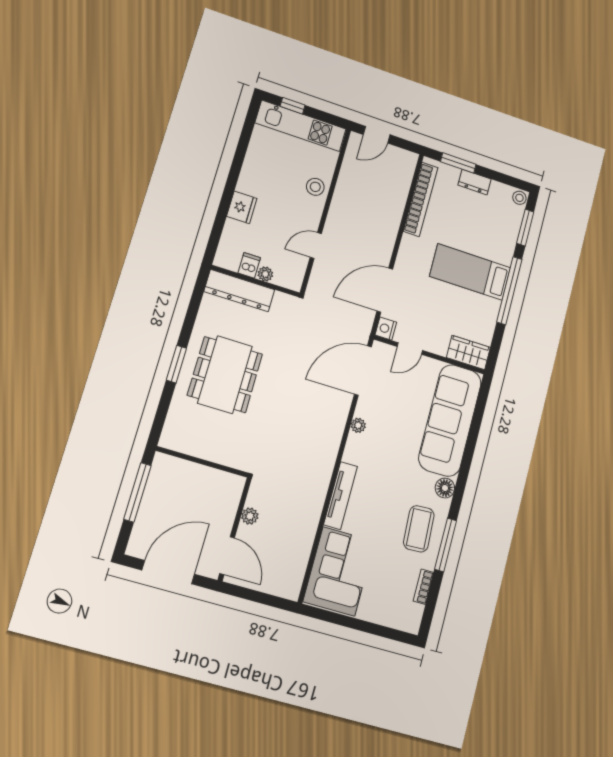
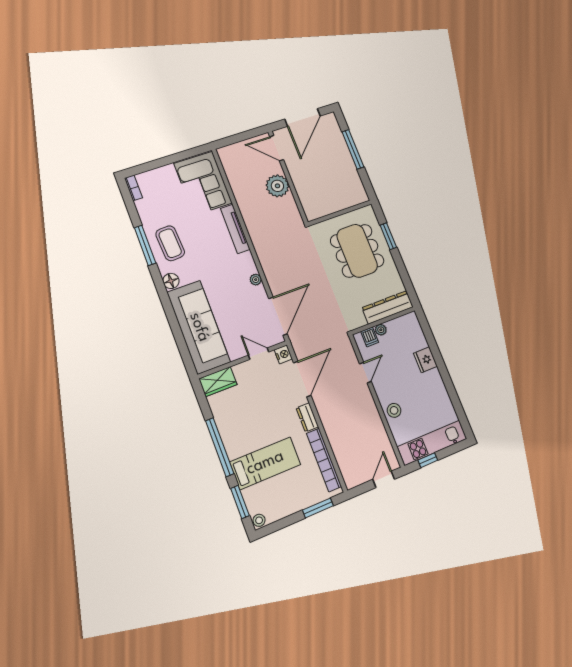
window: (293, 106) -> (428, 460), moved
dresser: (475, 182) -> (307, 417), moved, turned -90
dishwasher: (249, 265) -> (370, 337), moved
bed: (470, 272) -> (265, 463), moved
door: (410, 349) -> (259, 354), hinge flipped
wall: (202, 462) -> (340, 213), moved
plant: (250, 516) -> (277, 186), width x1.87, depth x1.87
bookcase: (423, 587) -> (133, 188), moved

